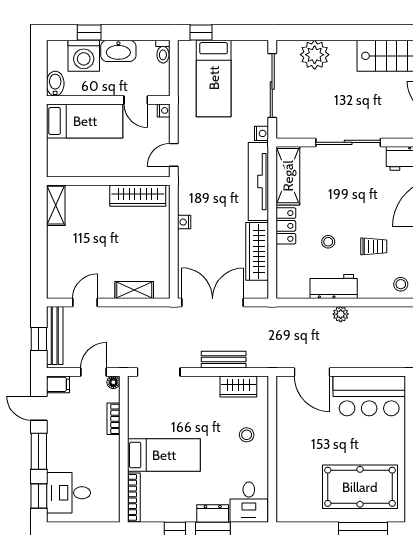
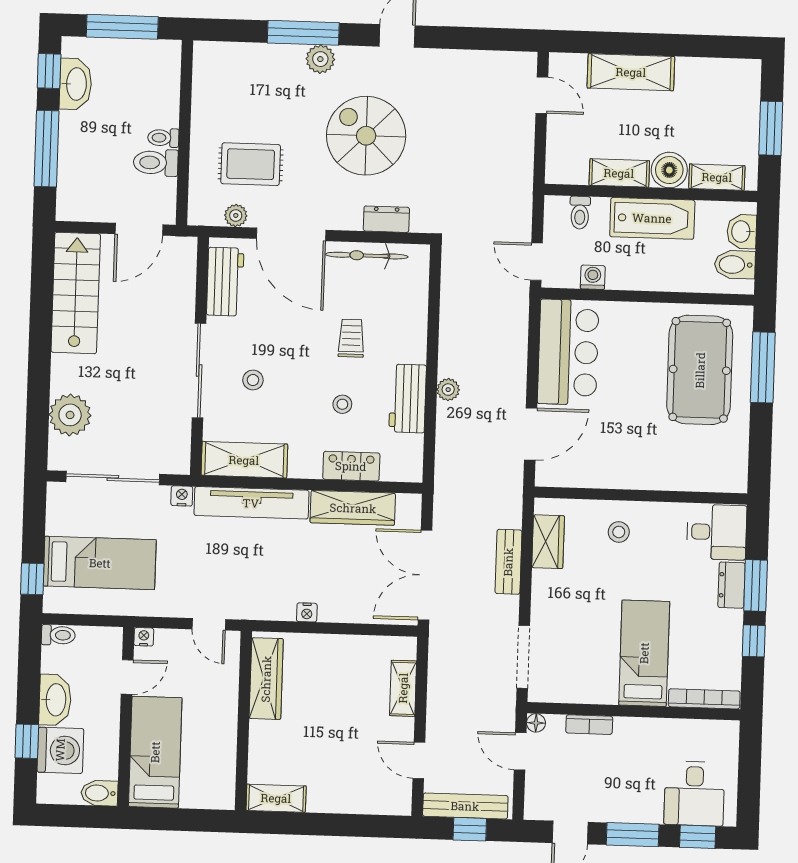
locker: (286, 226) -> (351, 466), moved
stool: (401, 284) -> (253, 380), moved
filing cabinet: (58, 384) -> (536, 804), removed

